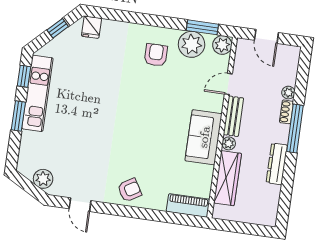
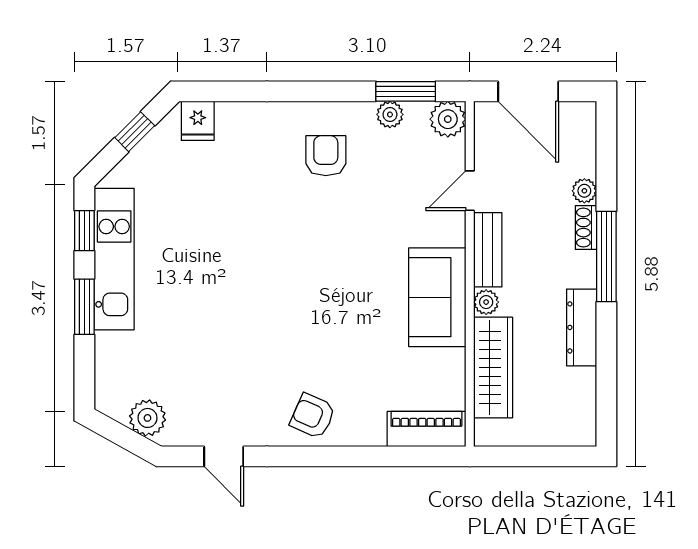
door: (266, 36) -> (528, 91), width x1.38
plant: (192, 44) -> (390, 114), width x0.53, depth x0.53
armchair: (130, 190) -> (313, 416), turned -125

